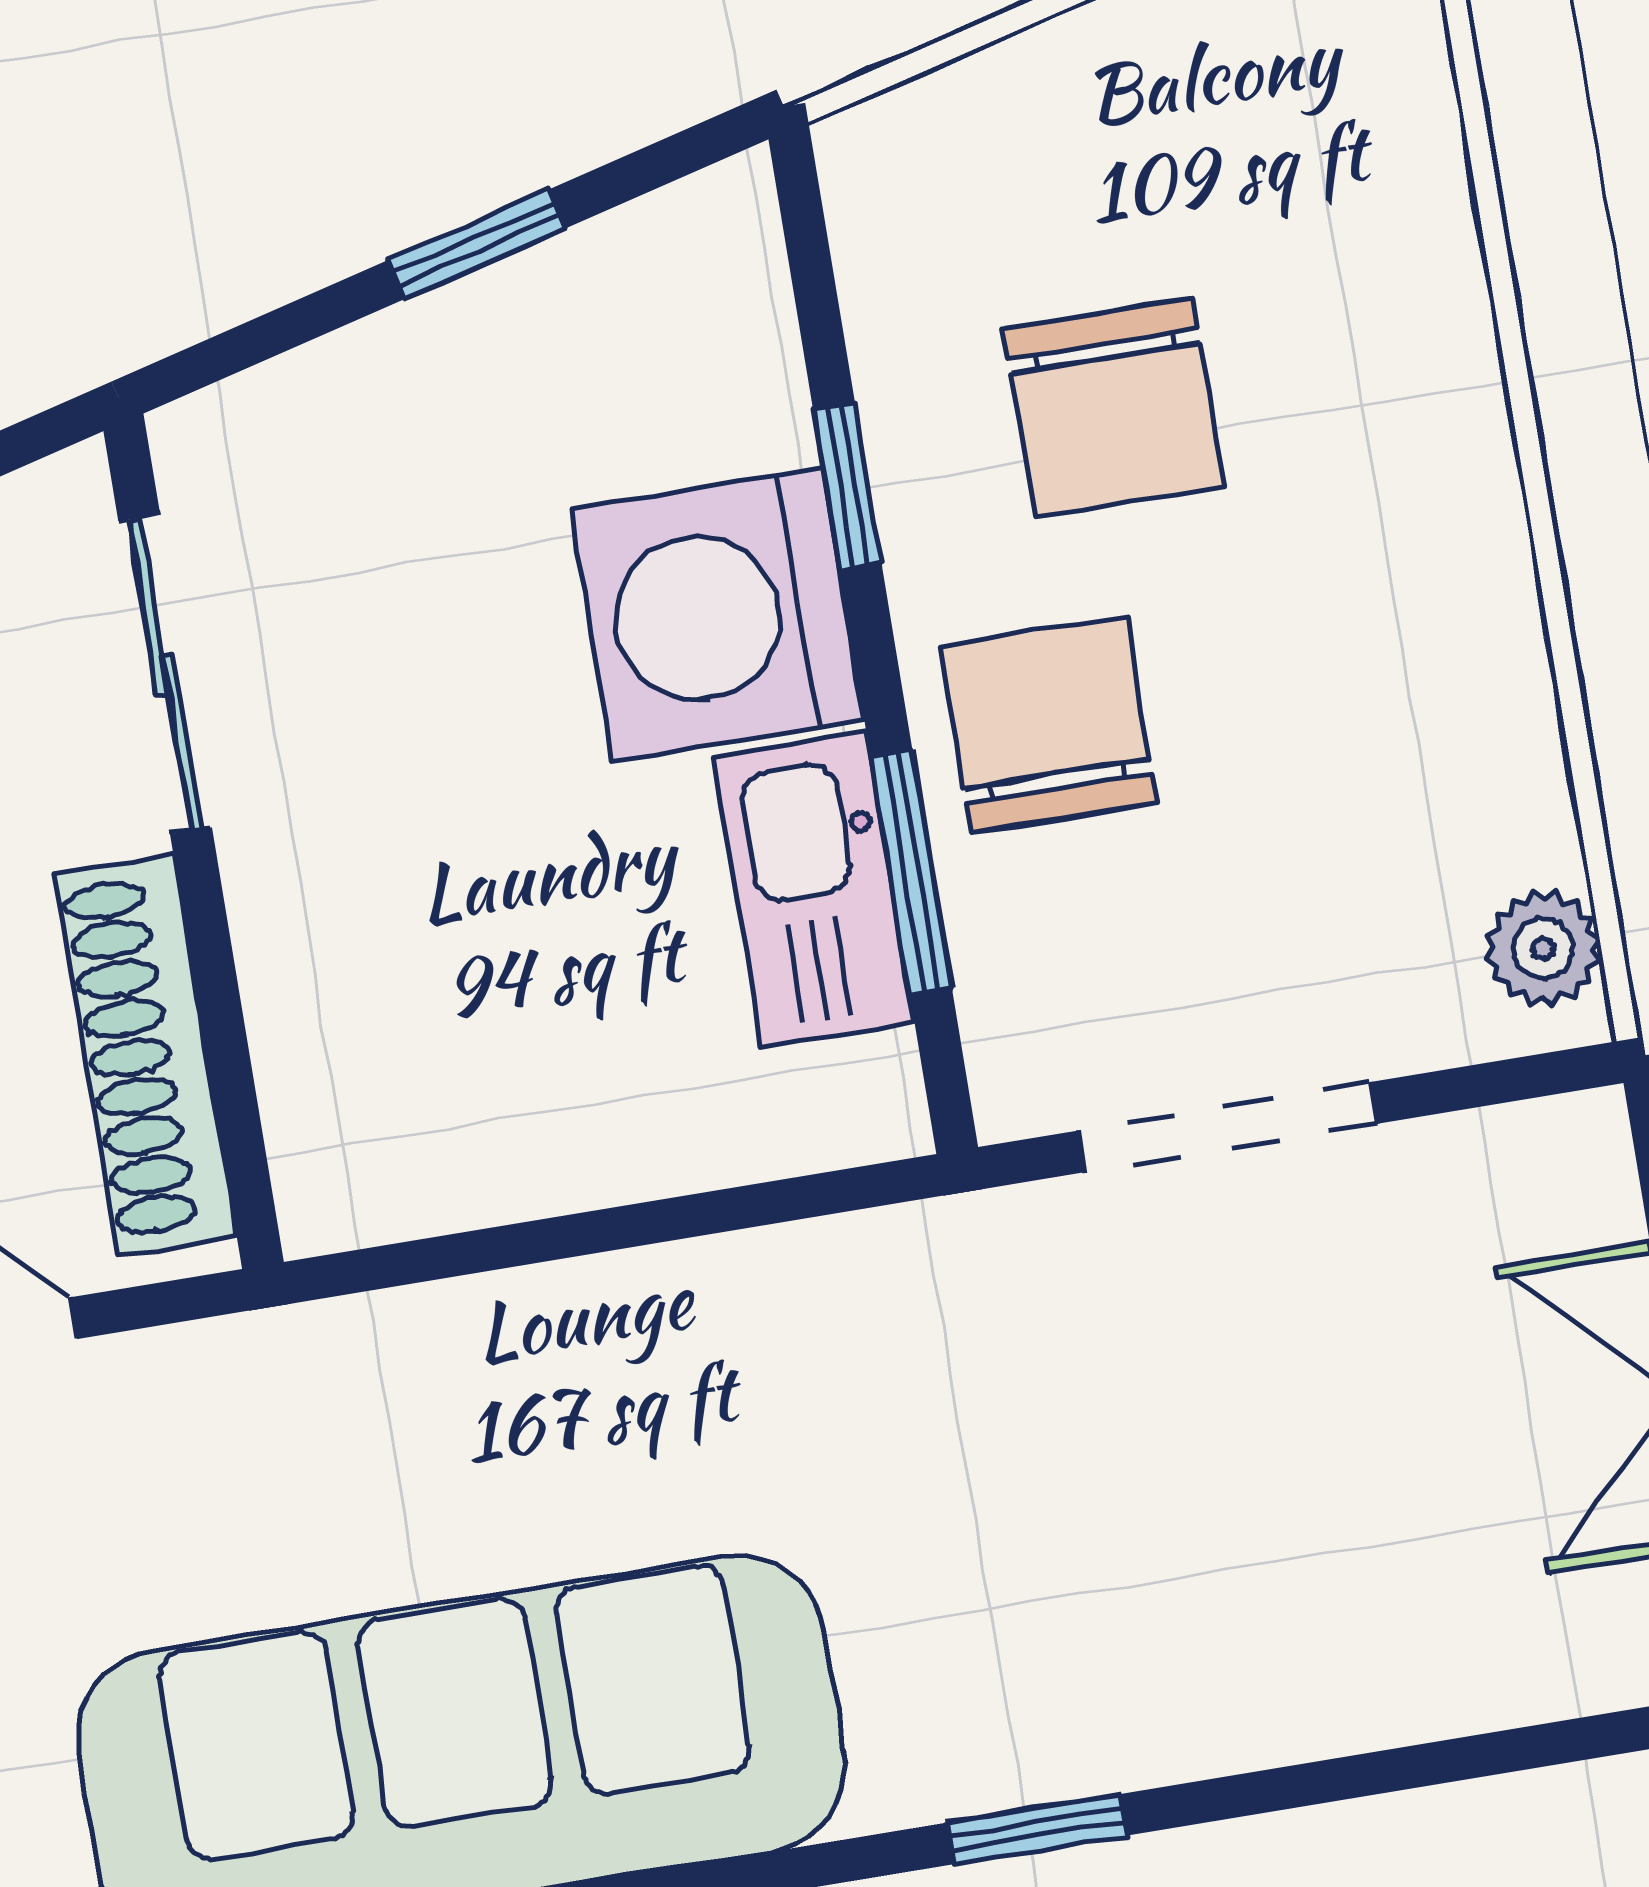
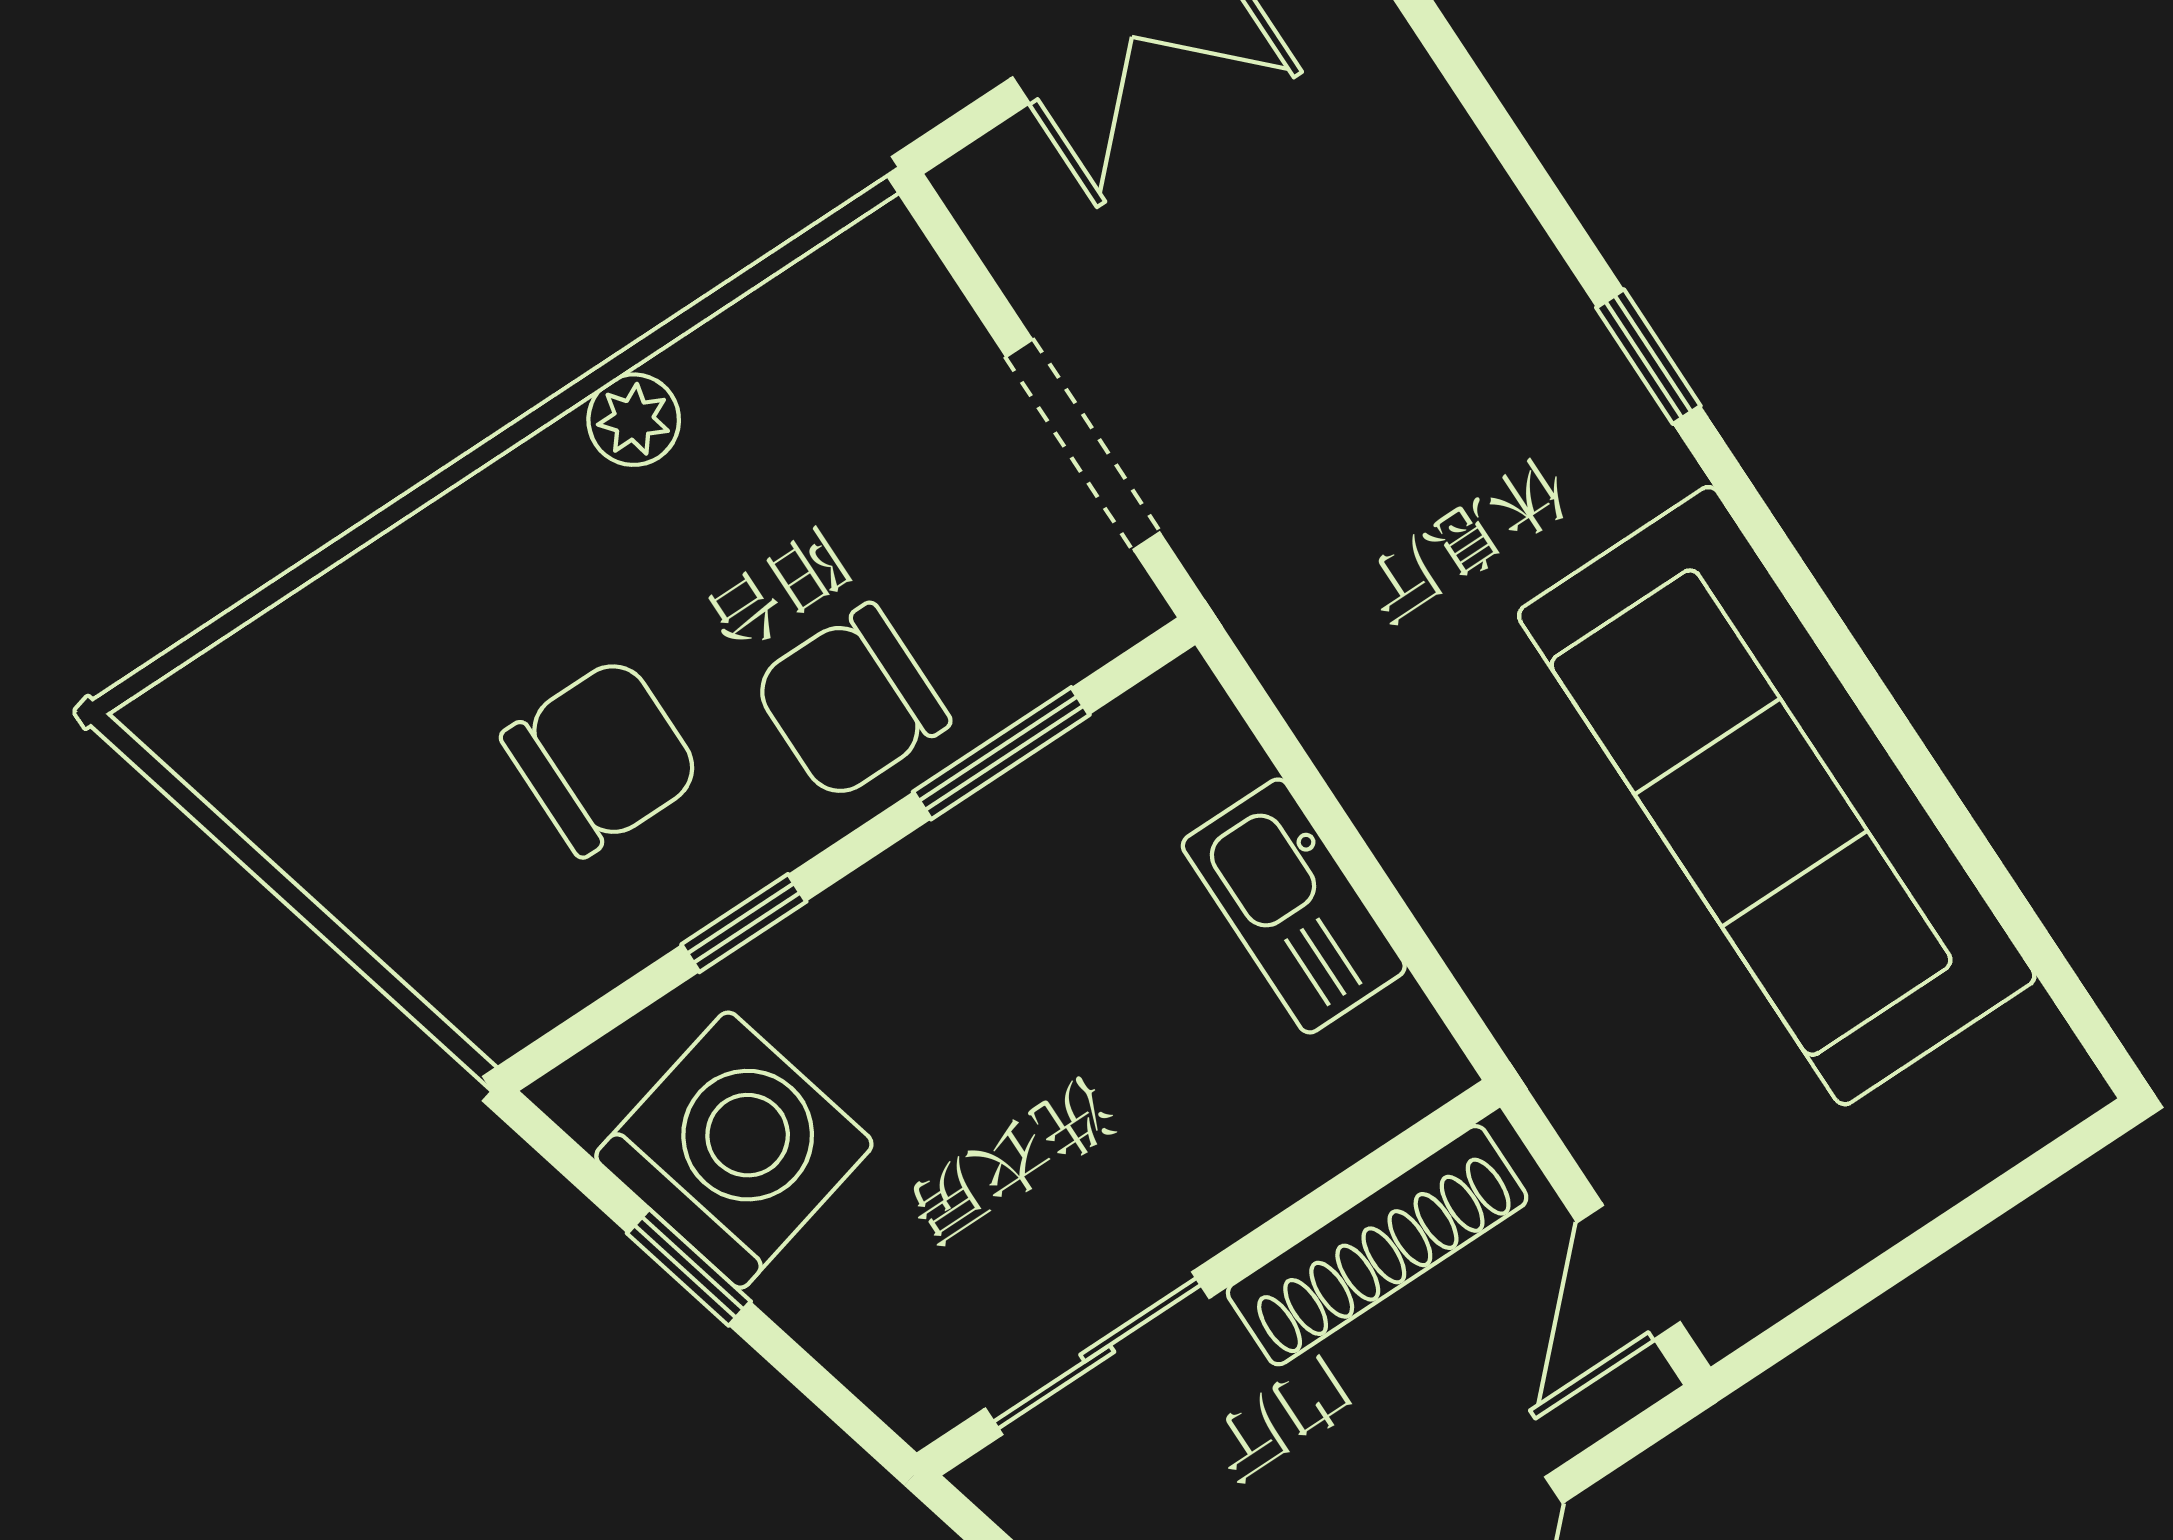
washing machine: (718, 615) -> (734, 1150), moved, turned -104
kitchen sink: (814, 890) -> (1294, 906), moved, turned 90
plant: (1543, 949) -> (634, 420), moved

